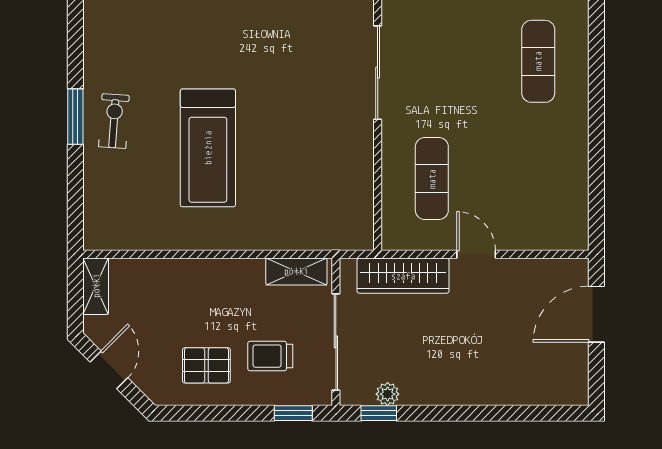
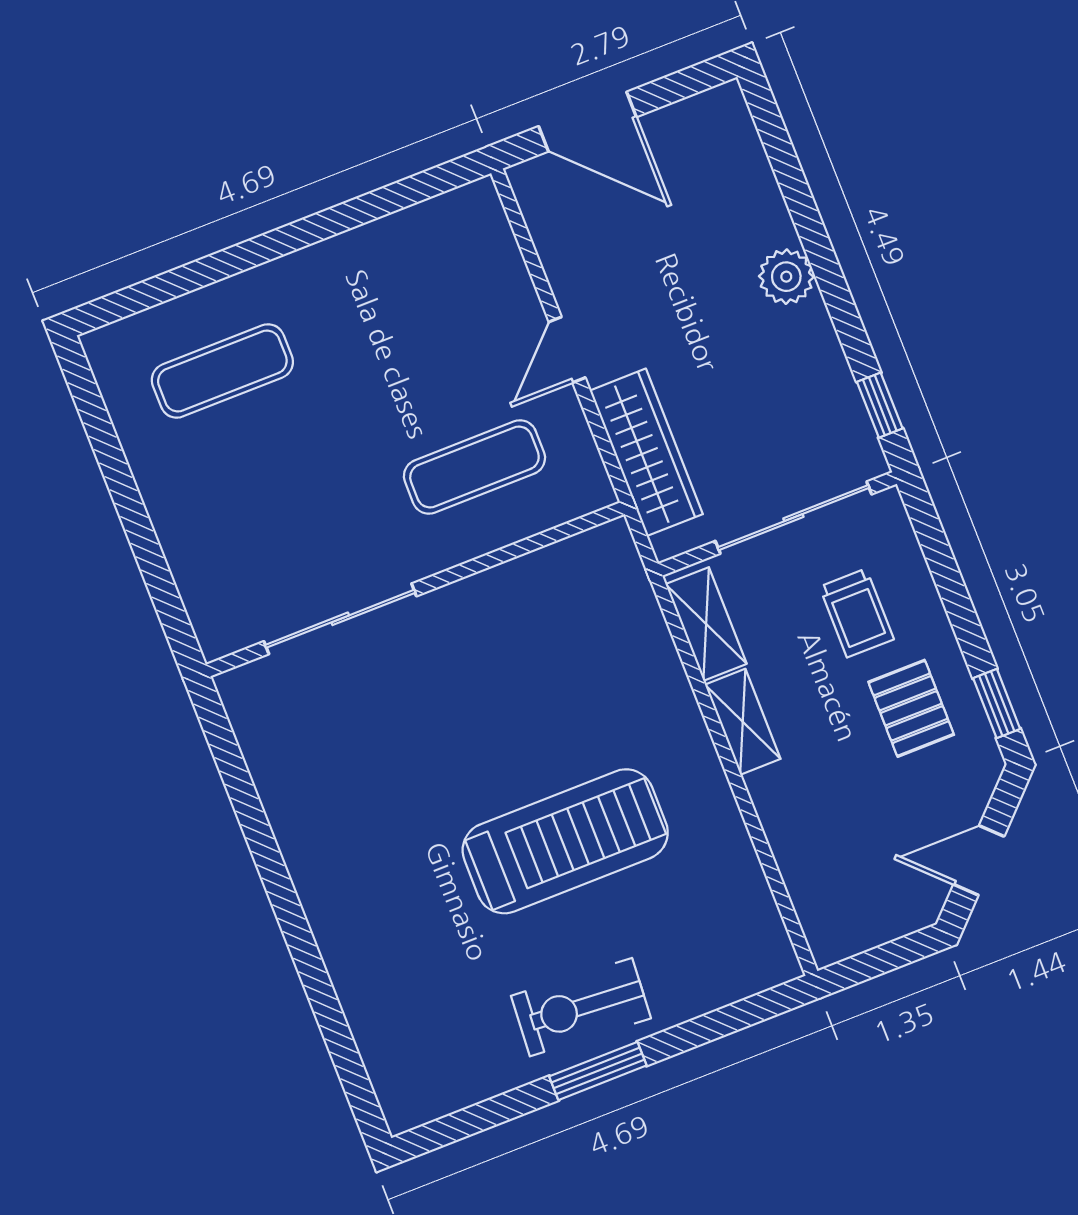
exercise bike: (114, 121) -> (581, 1007), width x1.38, depth x1.39
shelving: (96, 286) -> (743, 722), moved, turned 90
plant: (388, 394) -> (786, 277), moved, width x1.38, depth x1.38
window: (293, 413) -> (997, 703), moved

